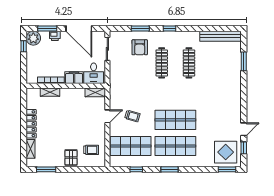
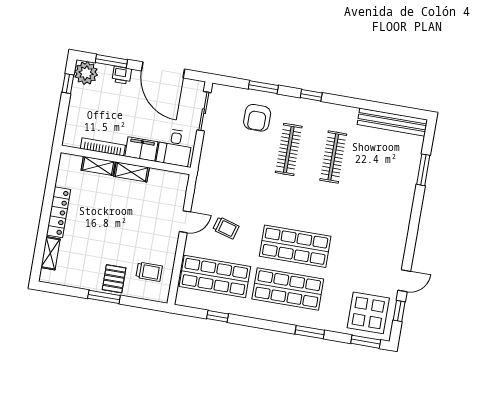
shelving: (95, 92) -> (132, 172), moved
window: (46, 169) -> (104, 297), moved
window: (169, 169) -> (310, 332), moved

